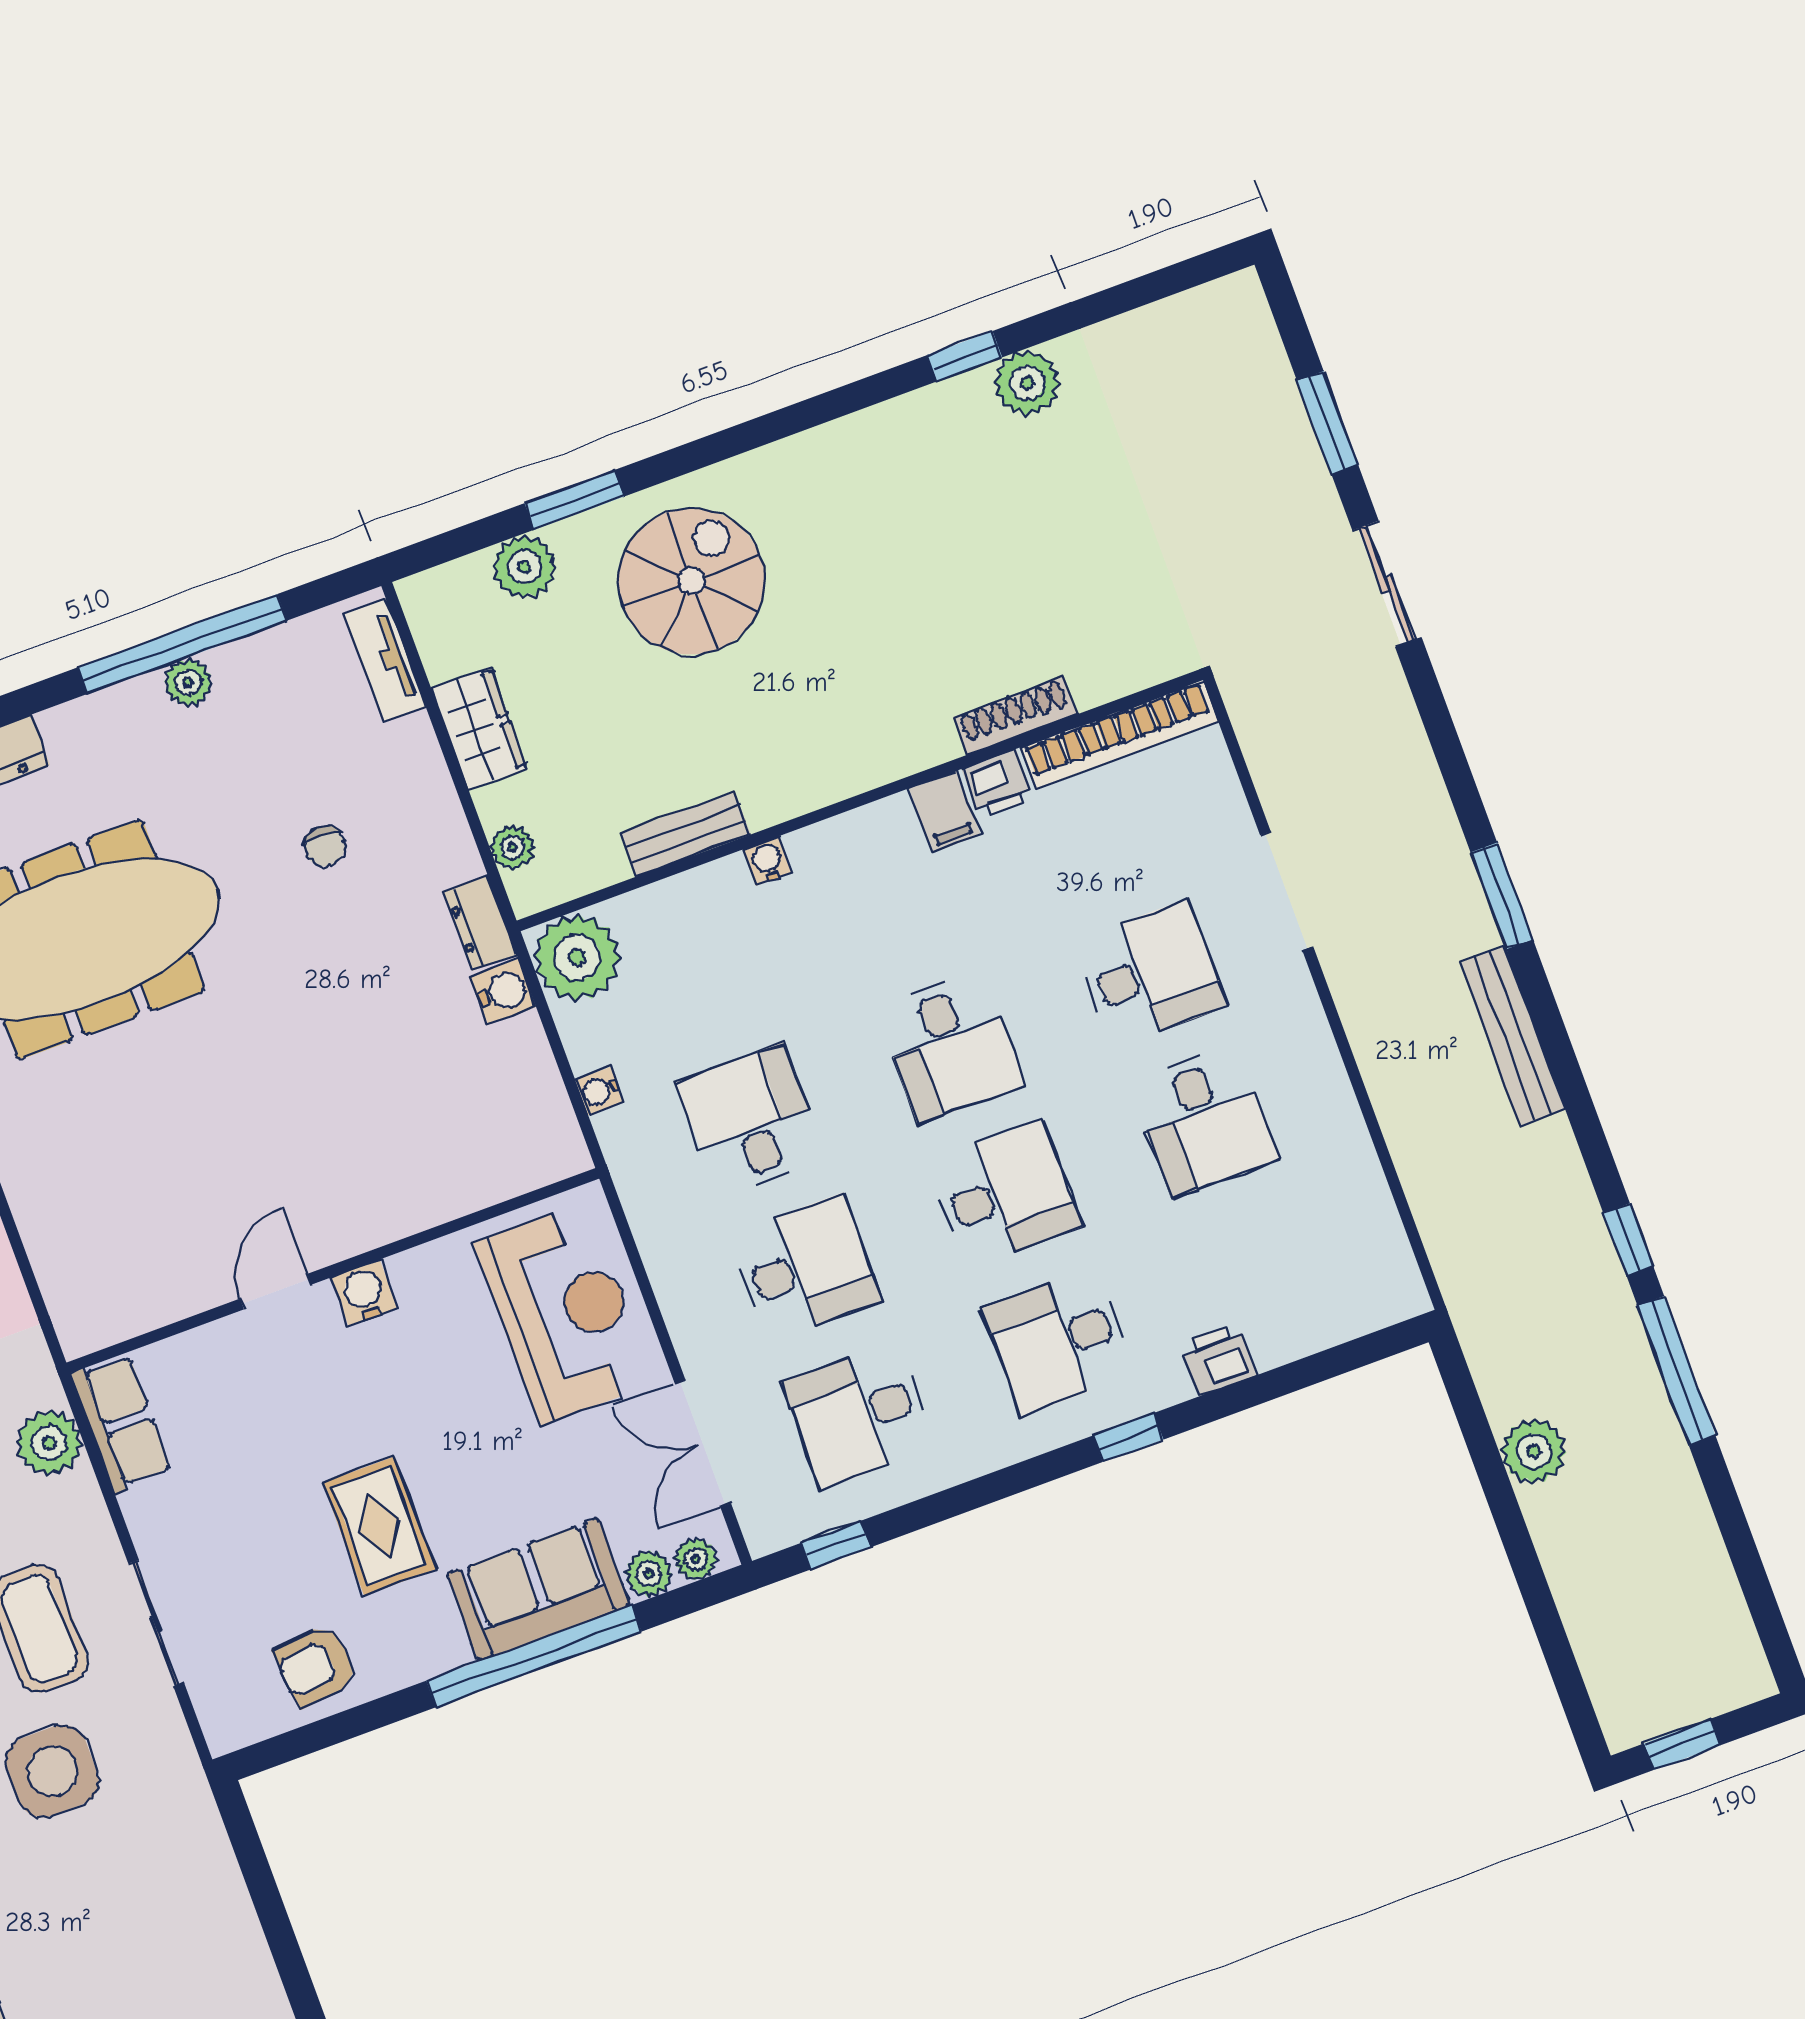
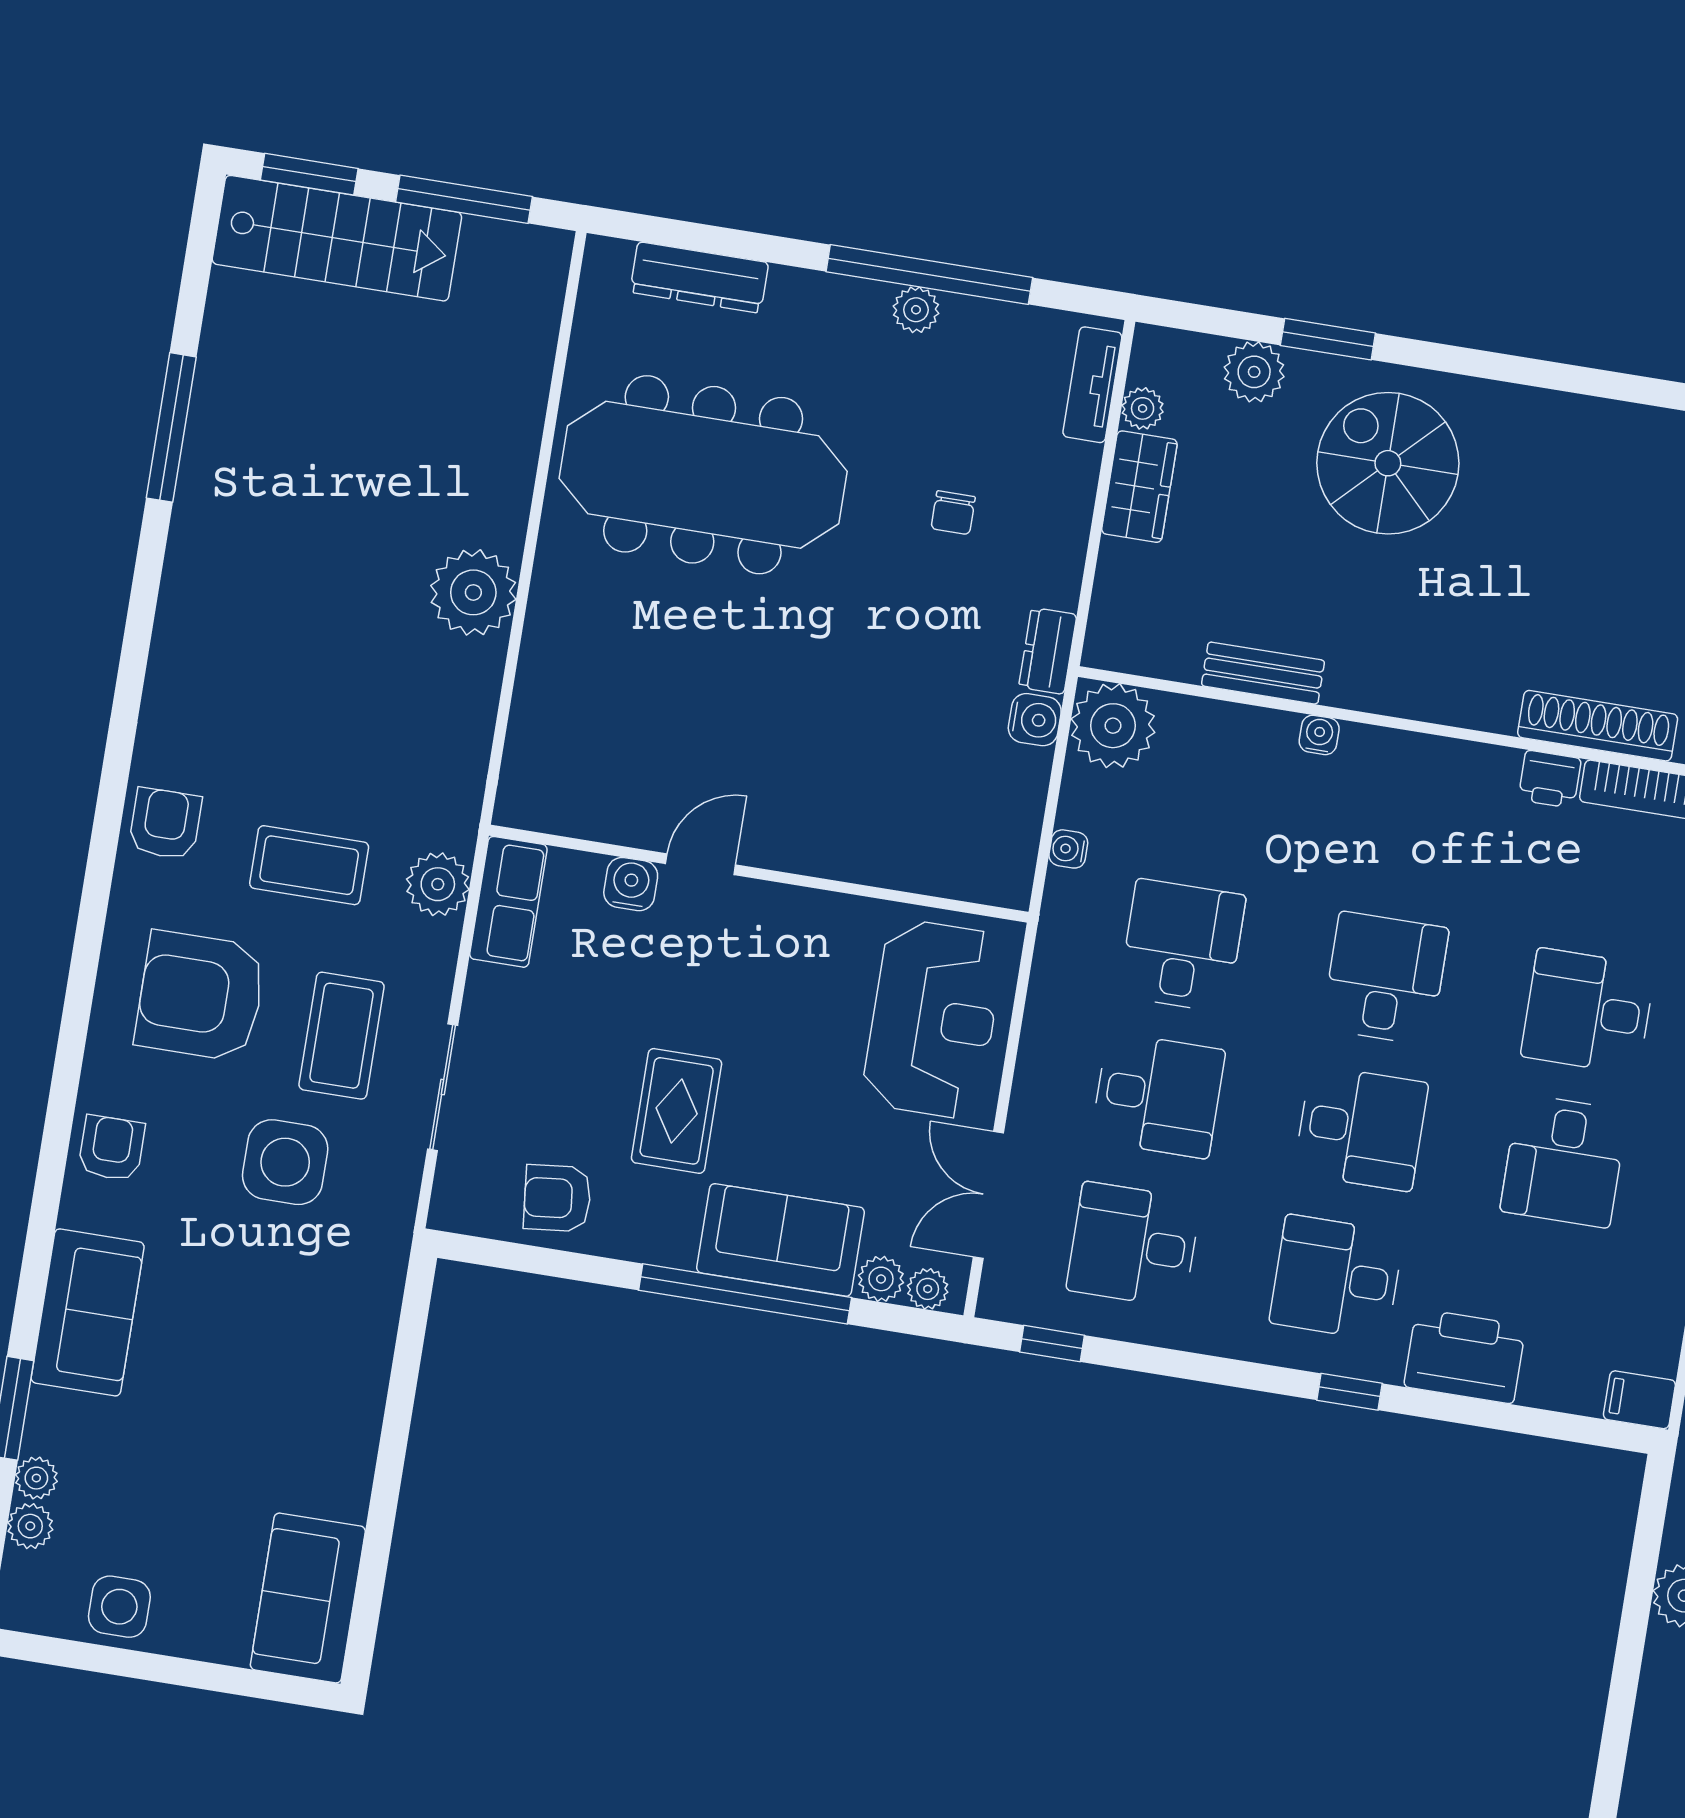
spiral stairs: (691, 581) -> (1388, 463), turned -90
shoe rack: (1015, 716) -> (1598, 726), width x1.36, depth x1.24
filing cabinet: (945, 812) -> (1639, 1400), moved, turned 90
plant: (513, 847) -> (1143, 408), moved
desk: (1150, 973) -> (1588, 1011), turned 180
desk: (950, 1047) -> (1385, 978), turned 180
water cooler: (364, 1293) -> (631, 884), moved
printer: (1219, 1359) -> (1465, 1356), width x1.87, depth x1.48

